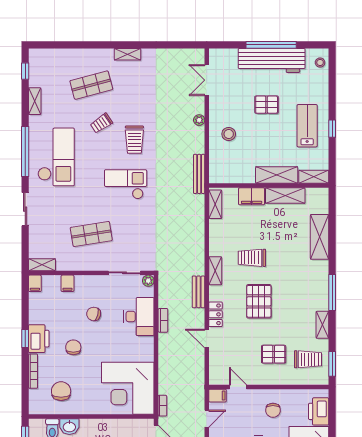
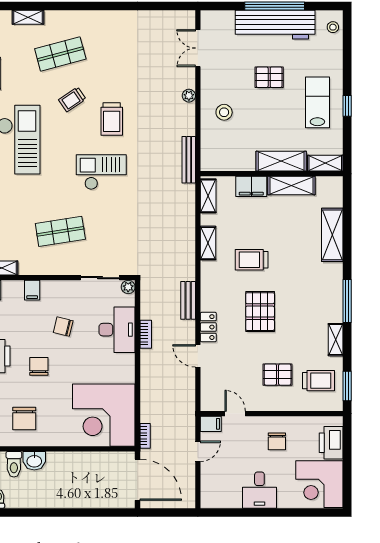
shelving: (128, 54) -> (28, 17), moved
shelving: (215, 271) -> (208, 243), moved
chair: (61, 391) -> (24, 419), turned 180

